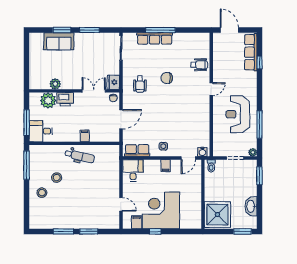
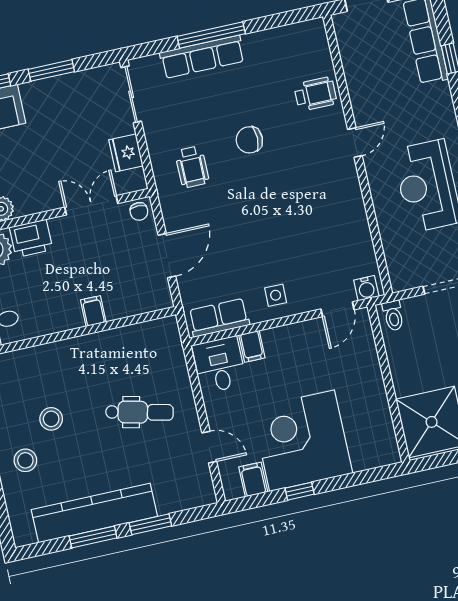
fridge: (113, 82) -> (126, 153), moved
dental chair: (80, 156) -> (139, 412), moved
filing cabinet: (166, 166) -> (252, 346), moved
kitchen counter: (66, 221) -> (94, 513), added

